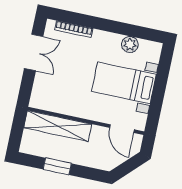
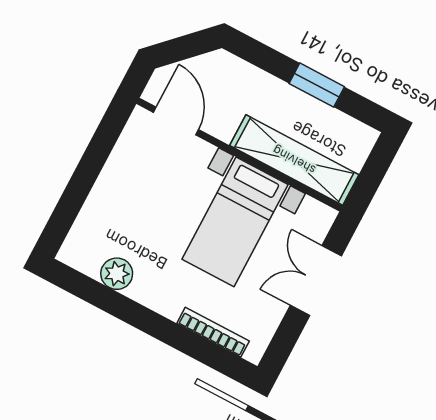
double door: (34, 53) -> (316, 281), moved
bed with nightstands: (124, 83) -> (235, 222), moved, turned 90

